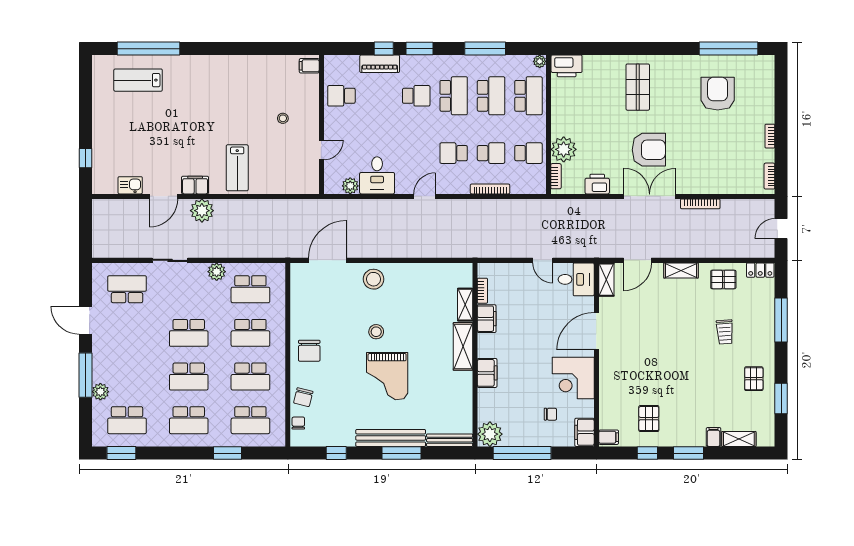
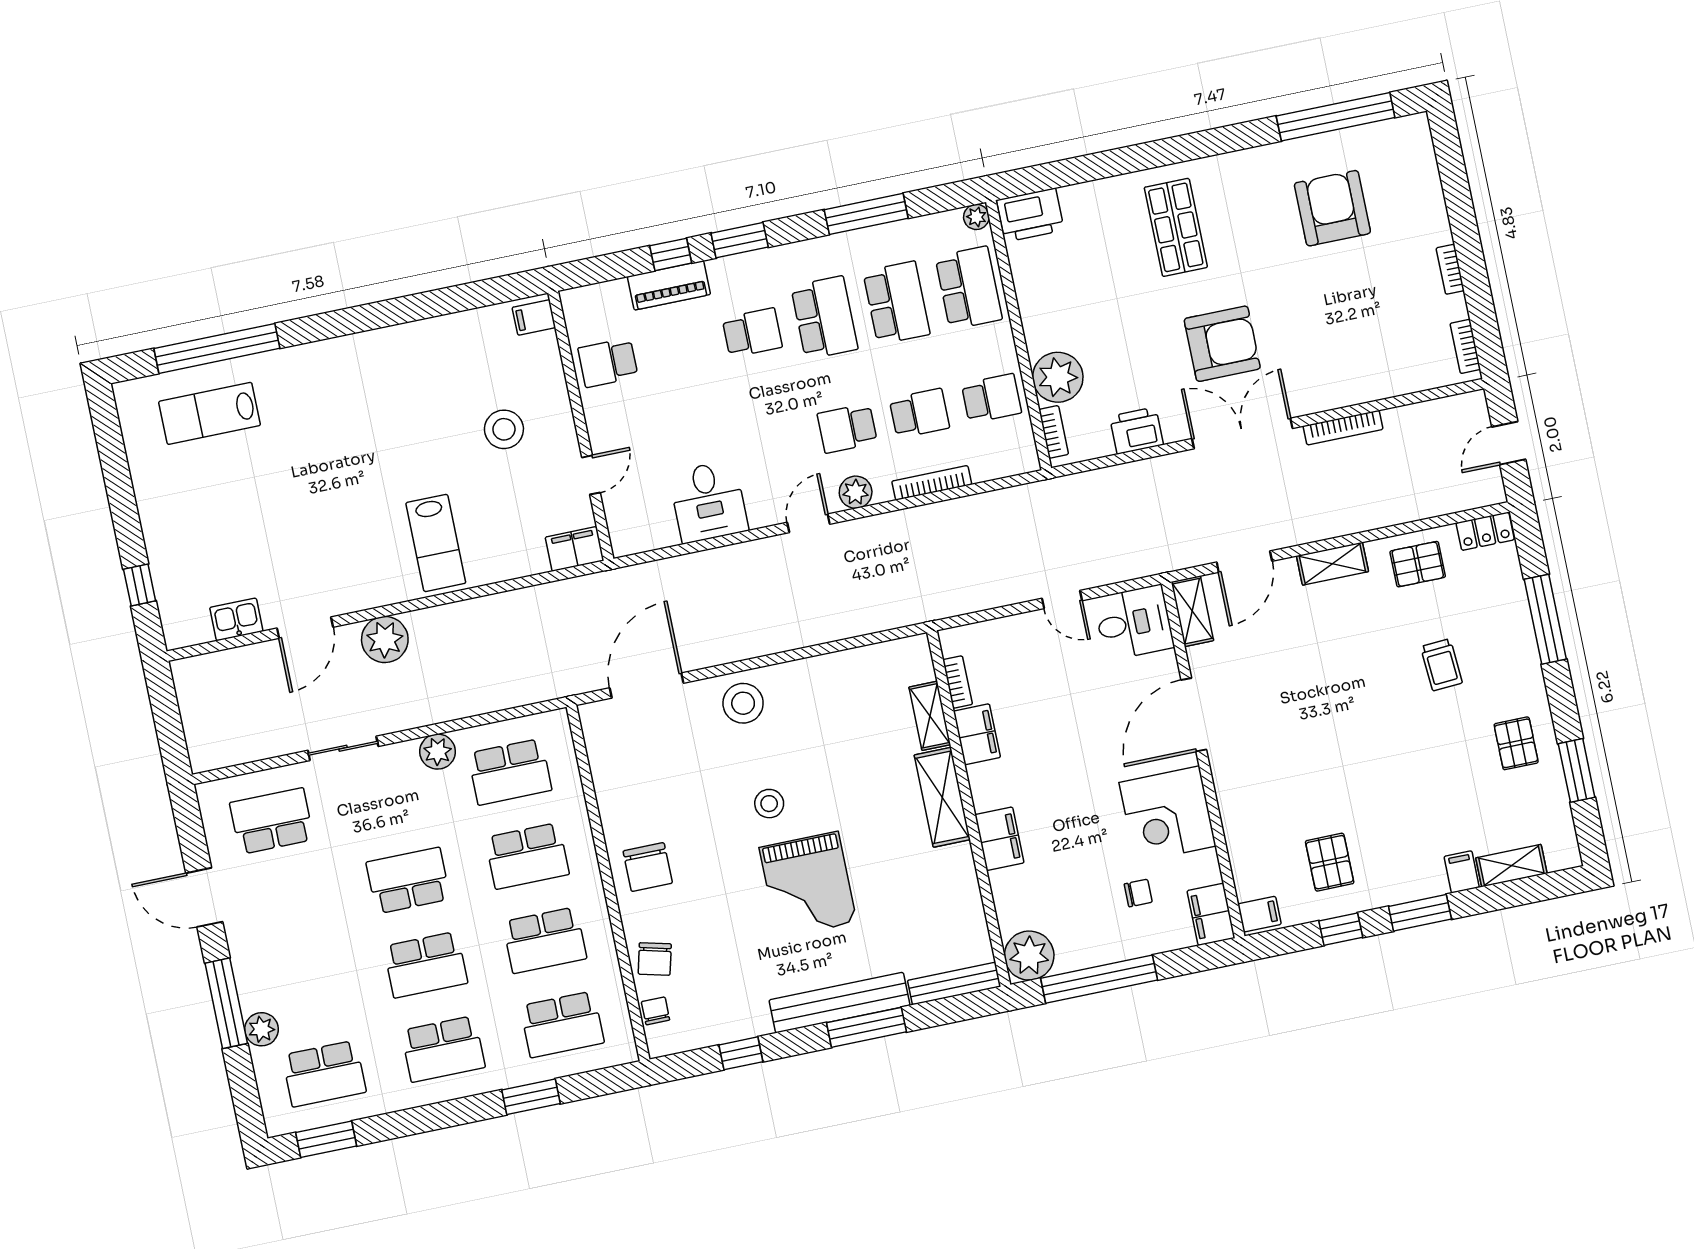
stool: (283, 118) -> (504, 429), width x1.89, depth x1.89
filing cabinet: (195, 185) -> (575, 549), moved
plant: (350, 186) -> (856, 492), moved
school desk: (189, 333) -> (408, 881), turned 180

